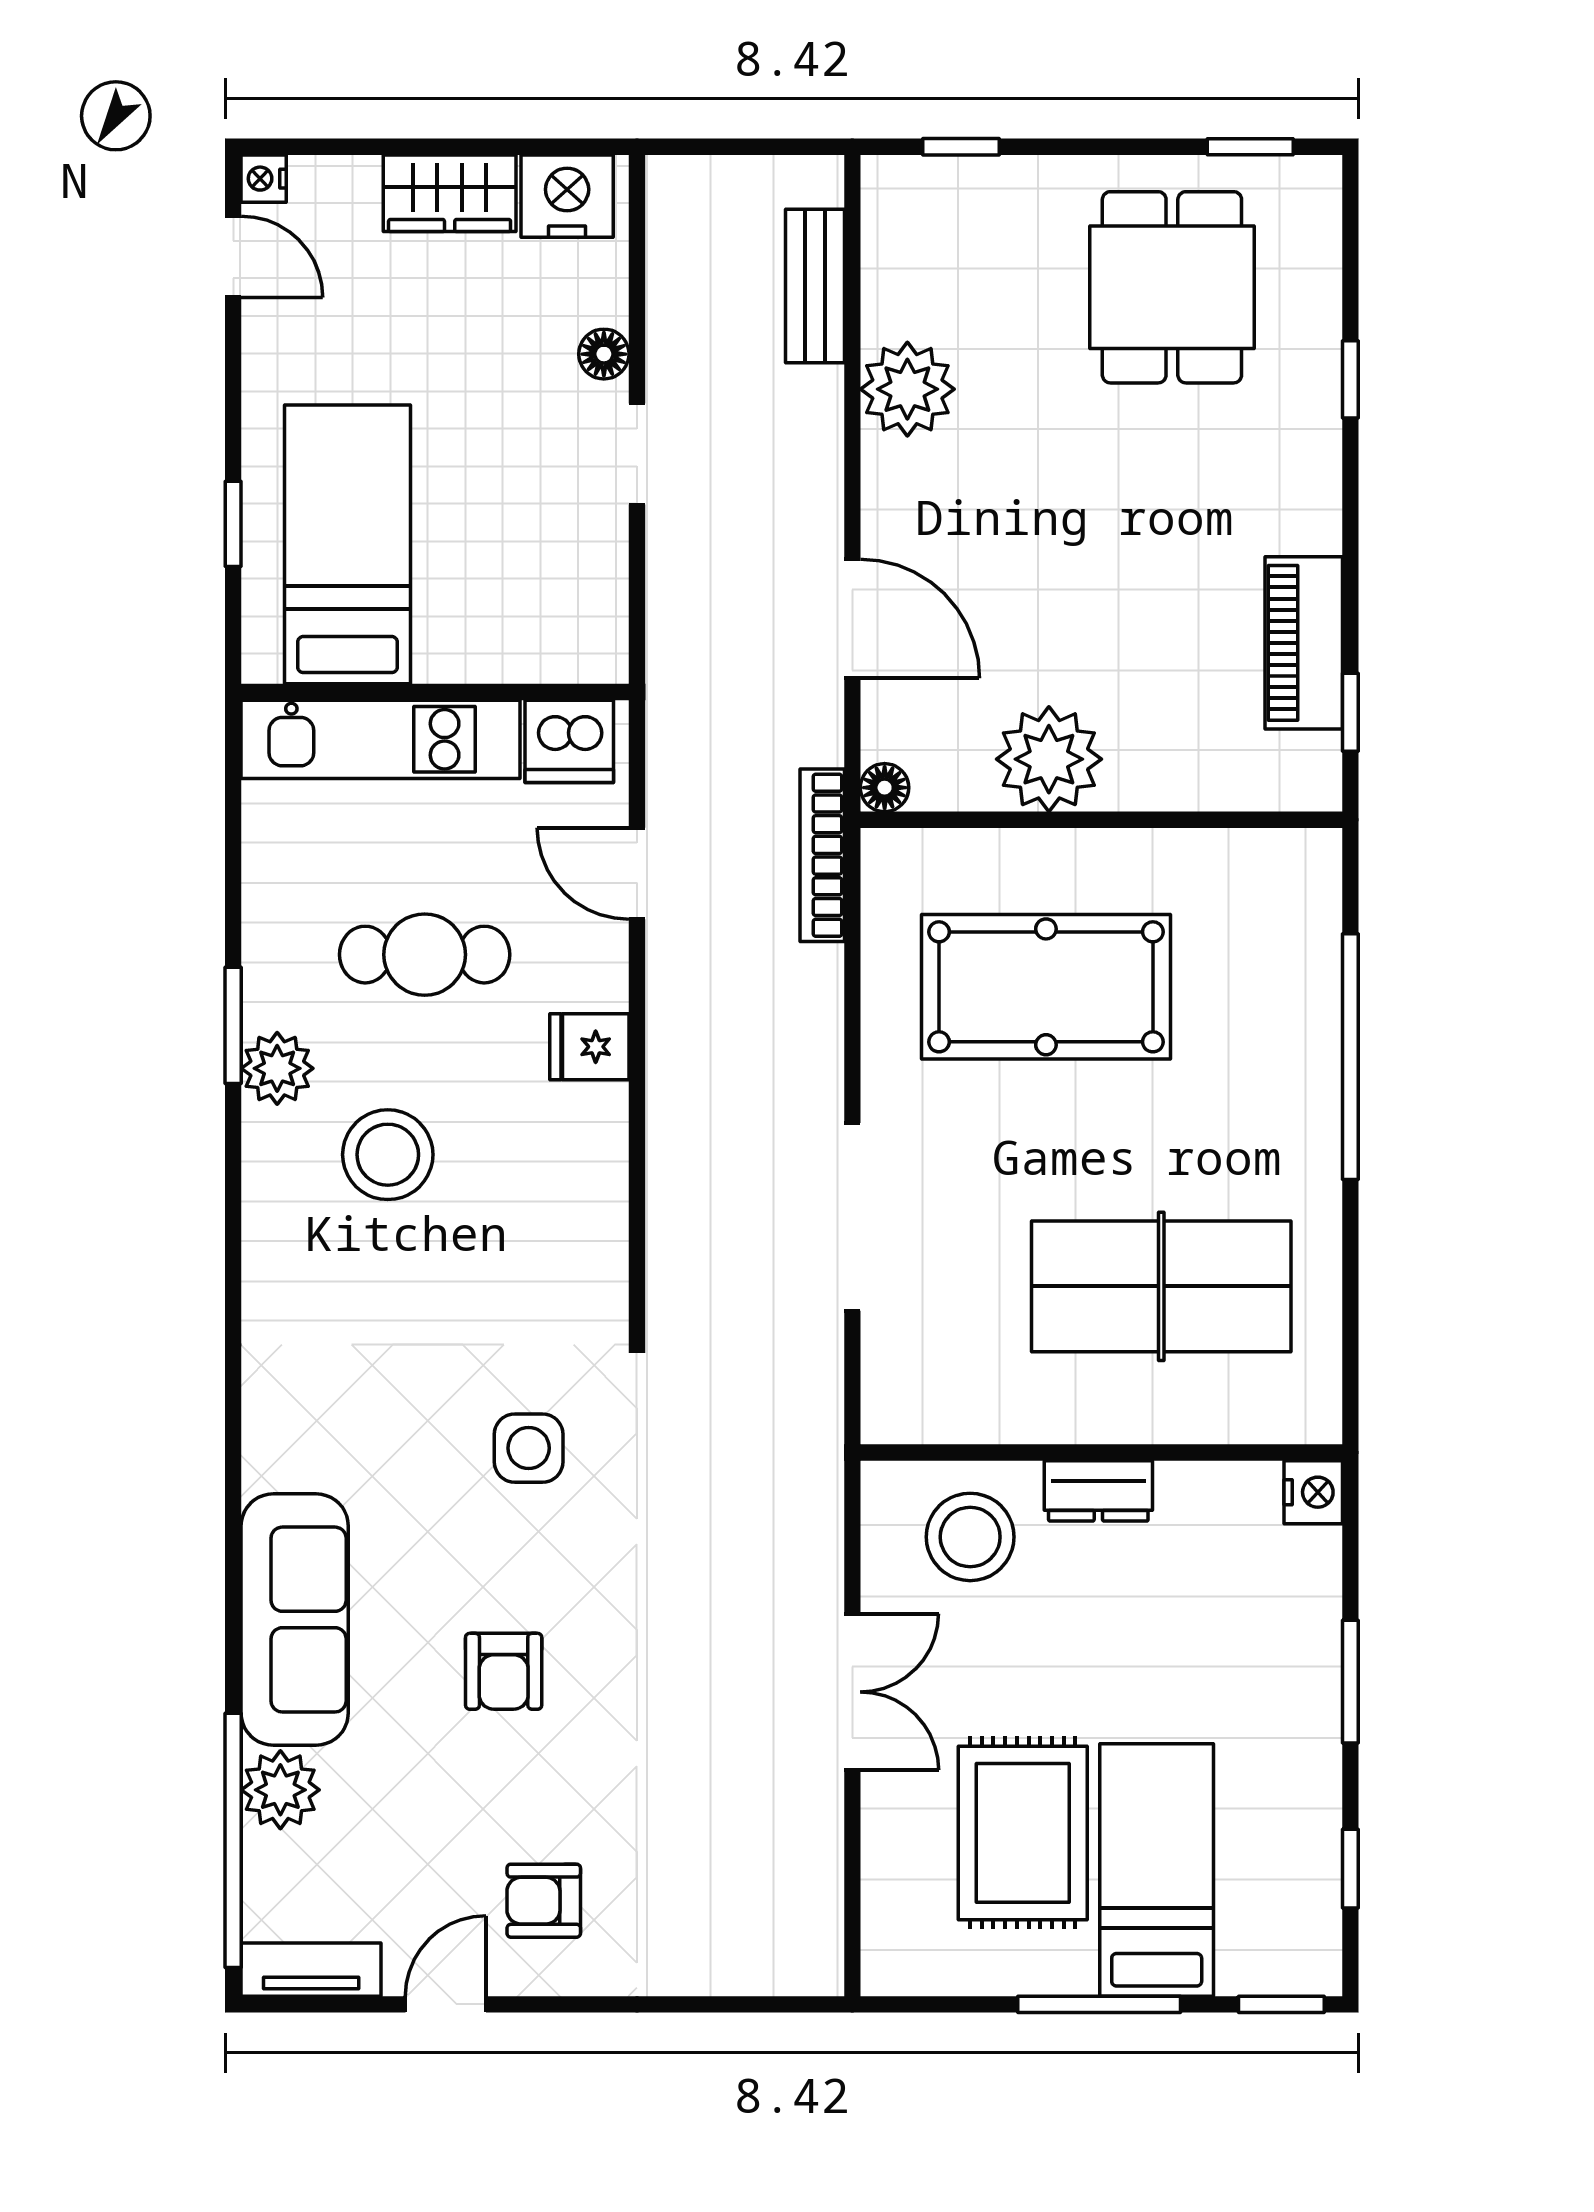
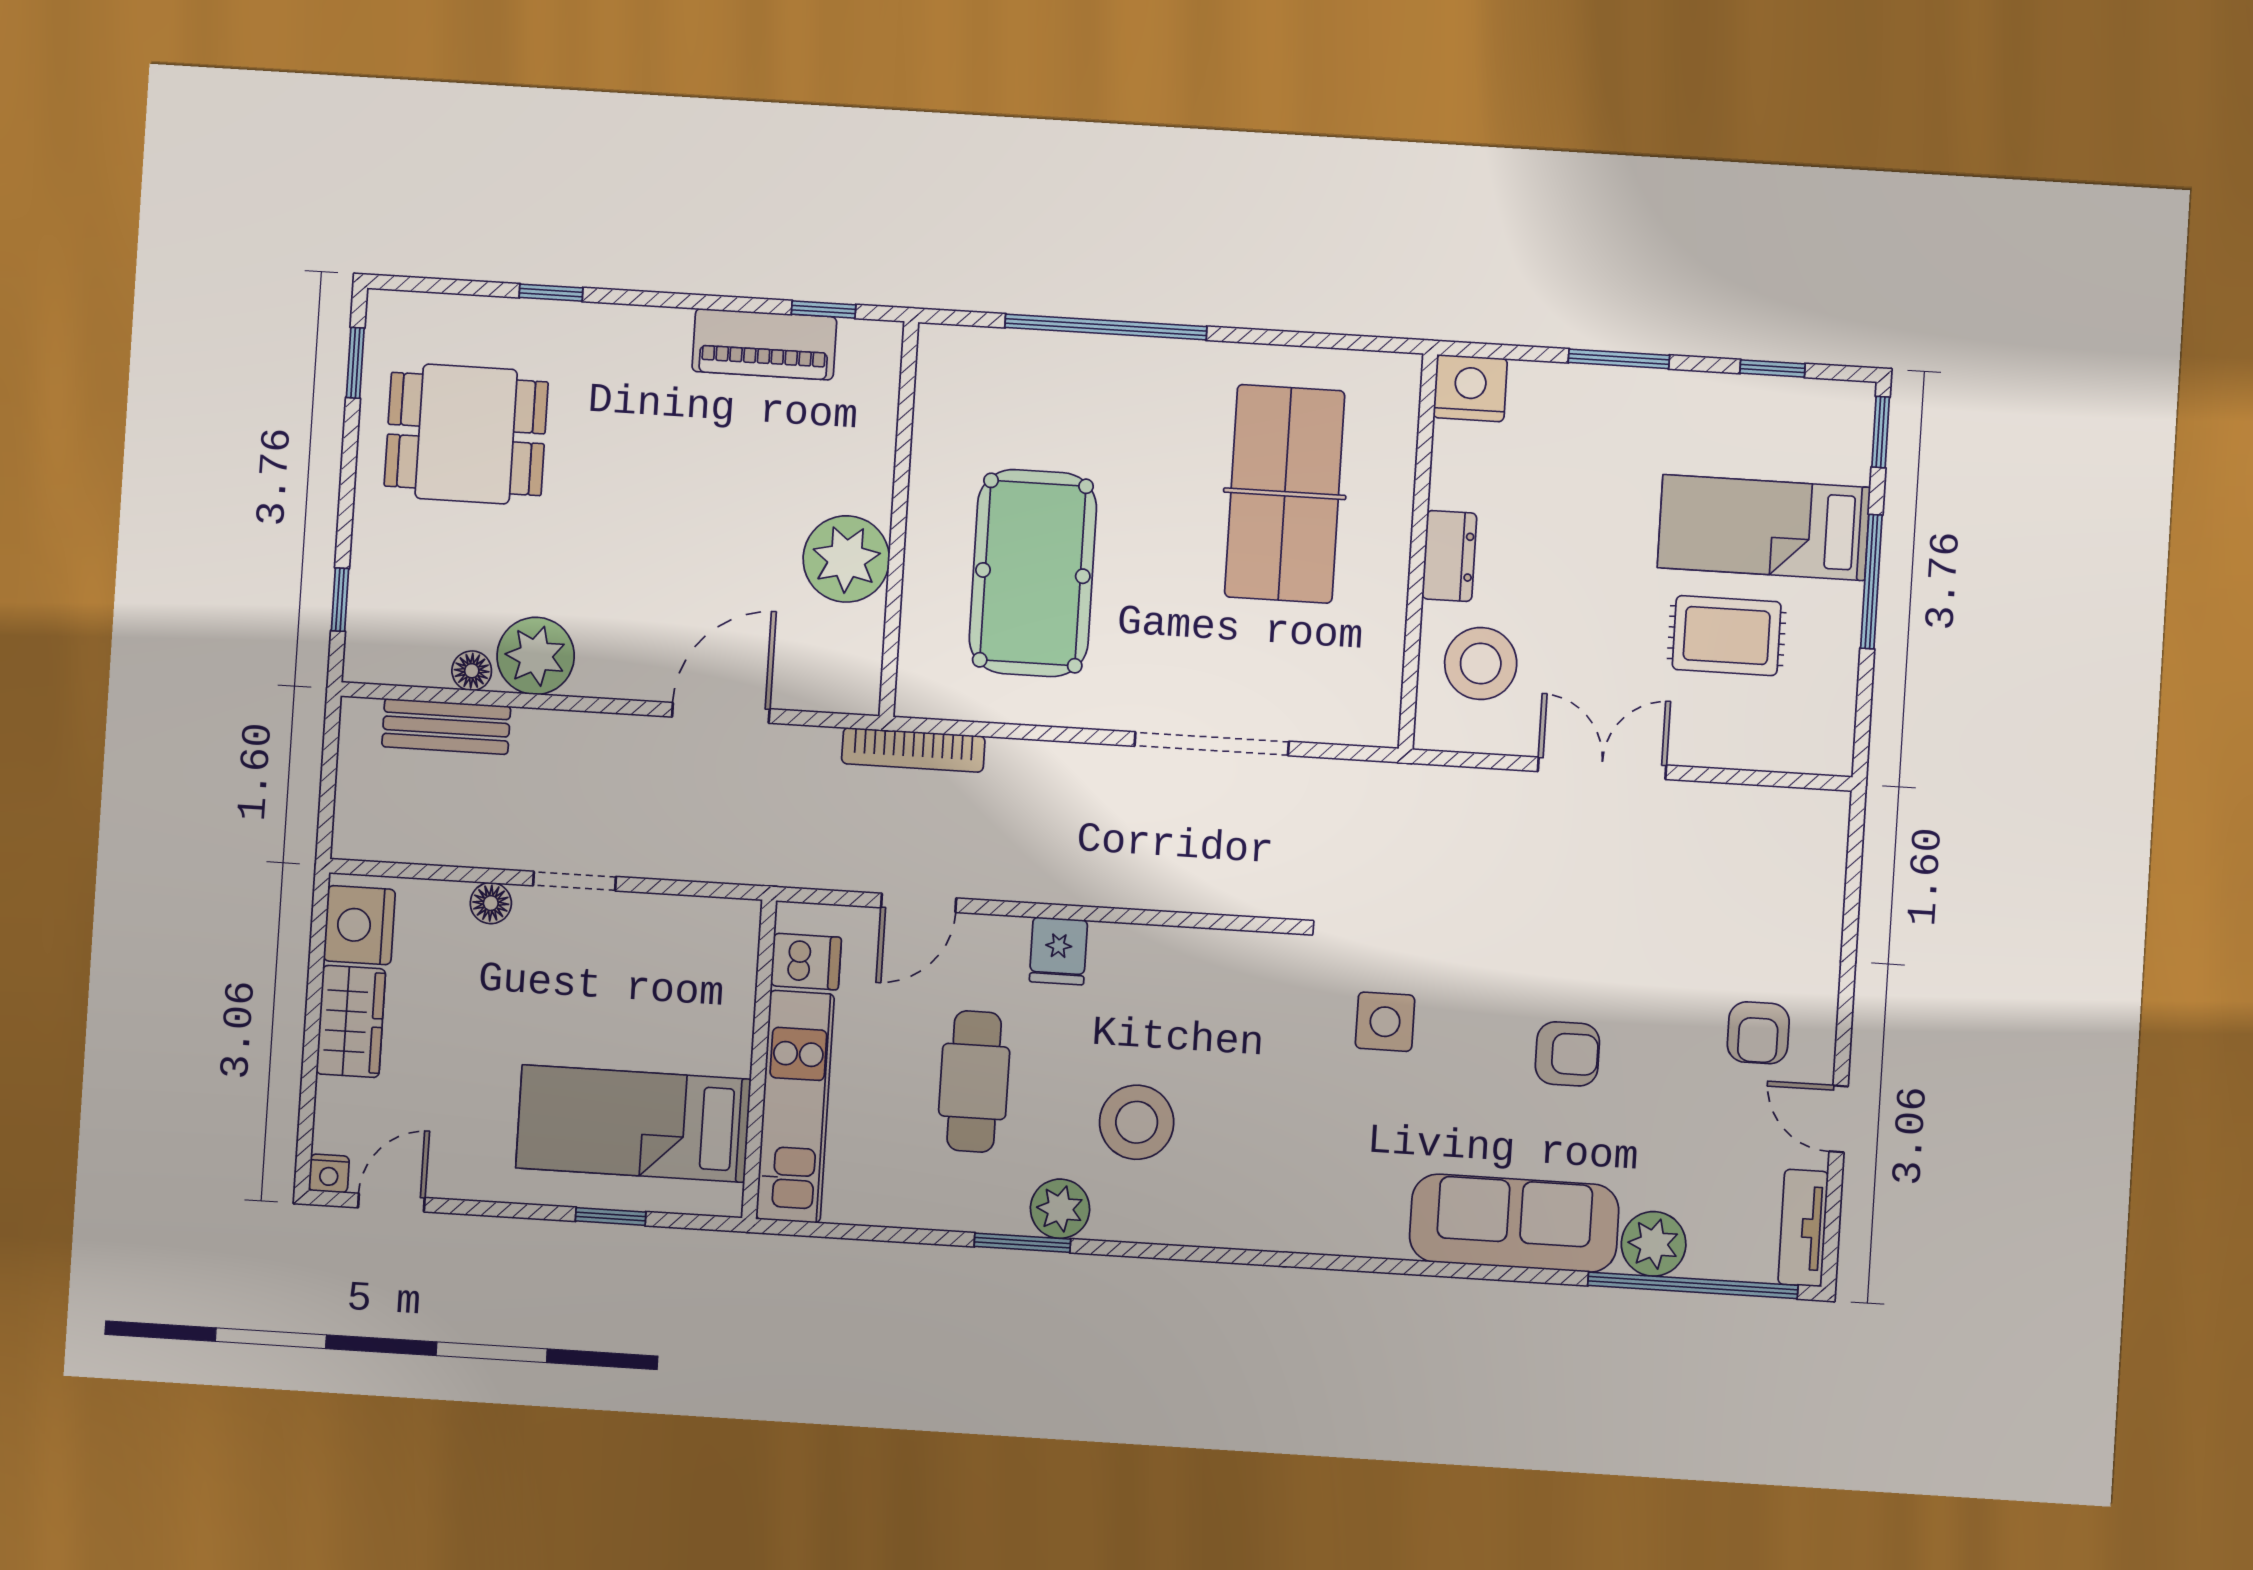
dishwasher: (569, 741) -> (806, 962), width x0.73
floor lamp: (885, 788) -> (472, 671), moved
nightstand: (1313, 1492) -> (1470, 388), width x1.36, depth x1.33
rug: (1023, 1833) -> (1727, 636), width x0.73, depth x0.70

